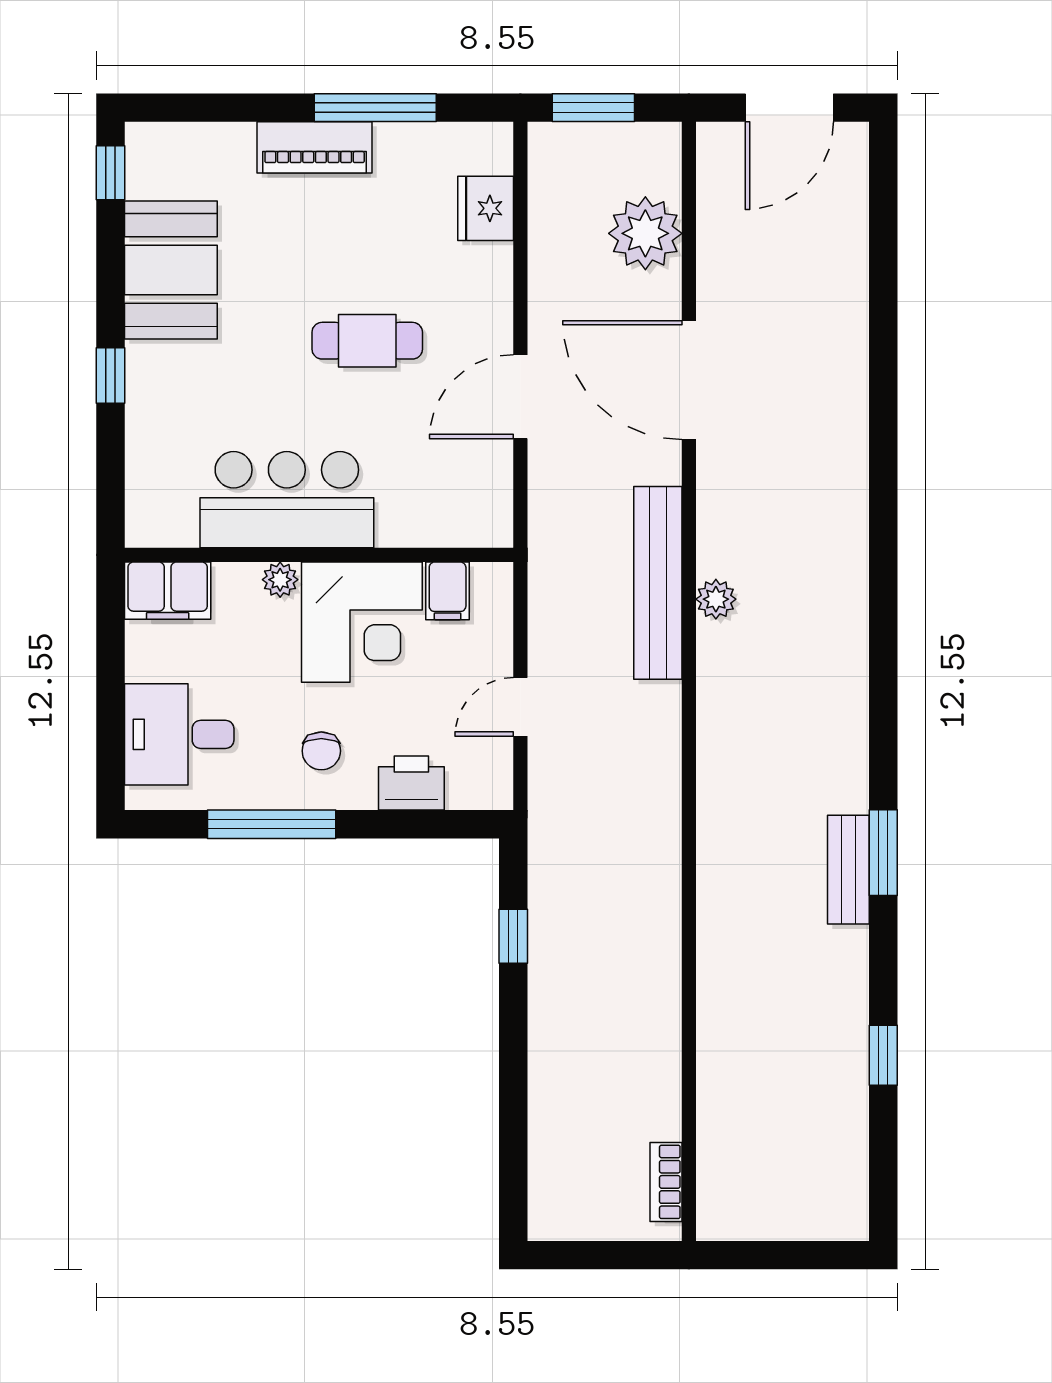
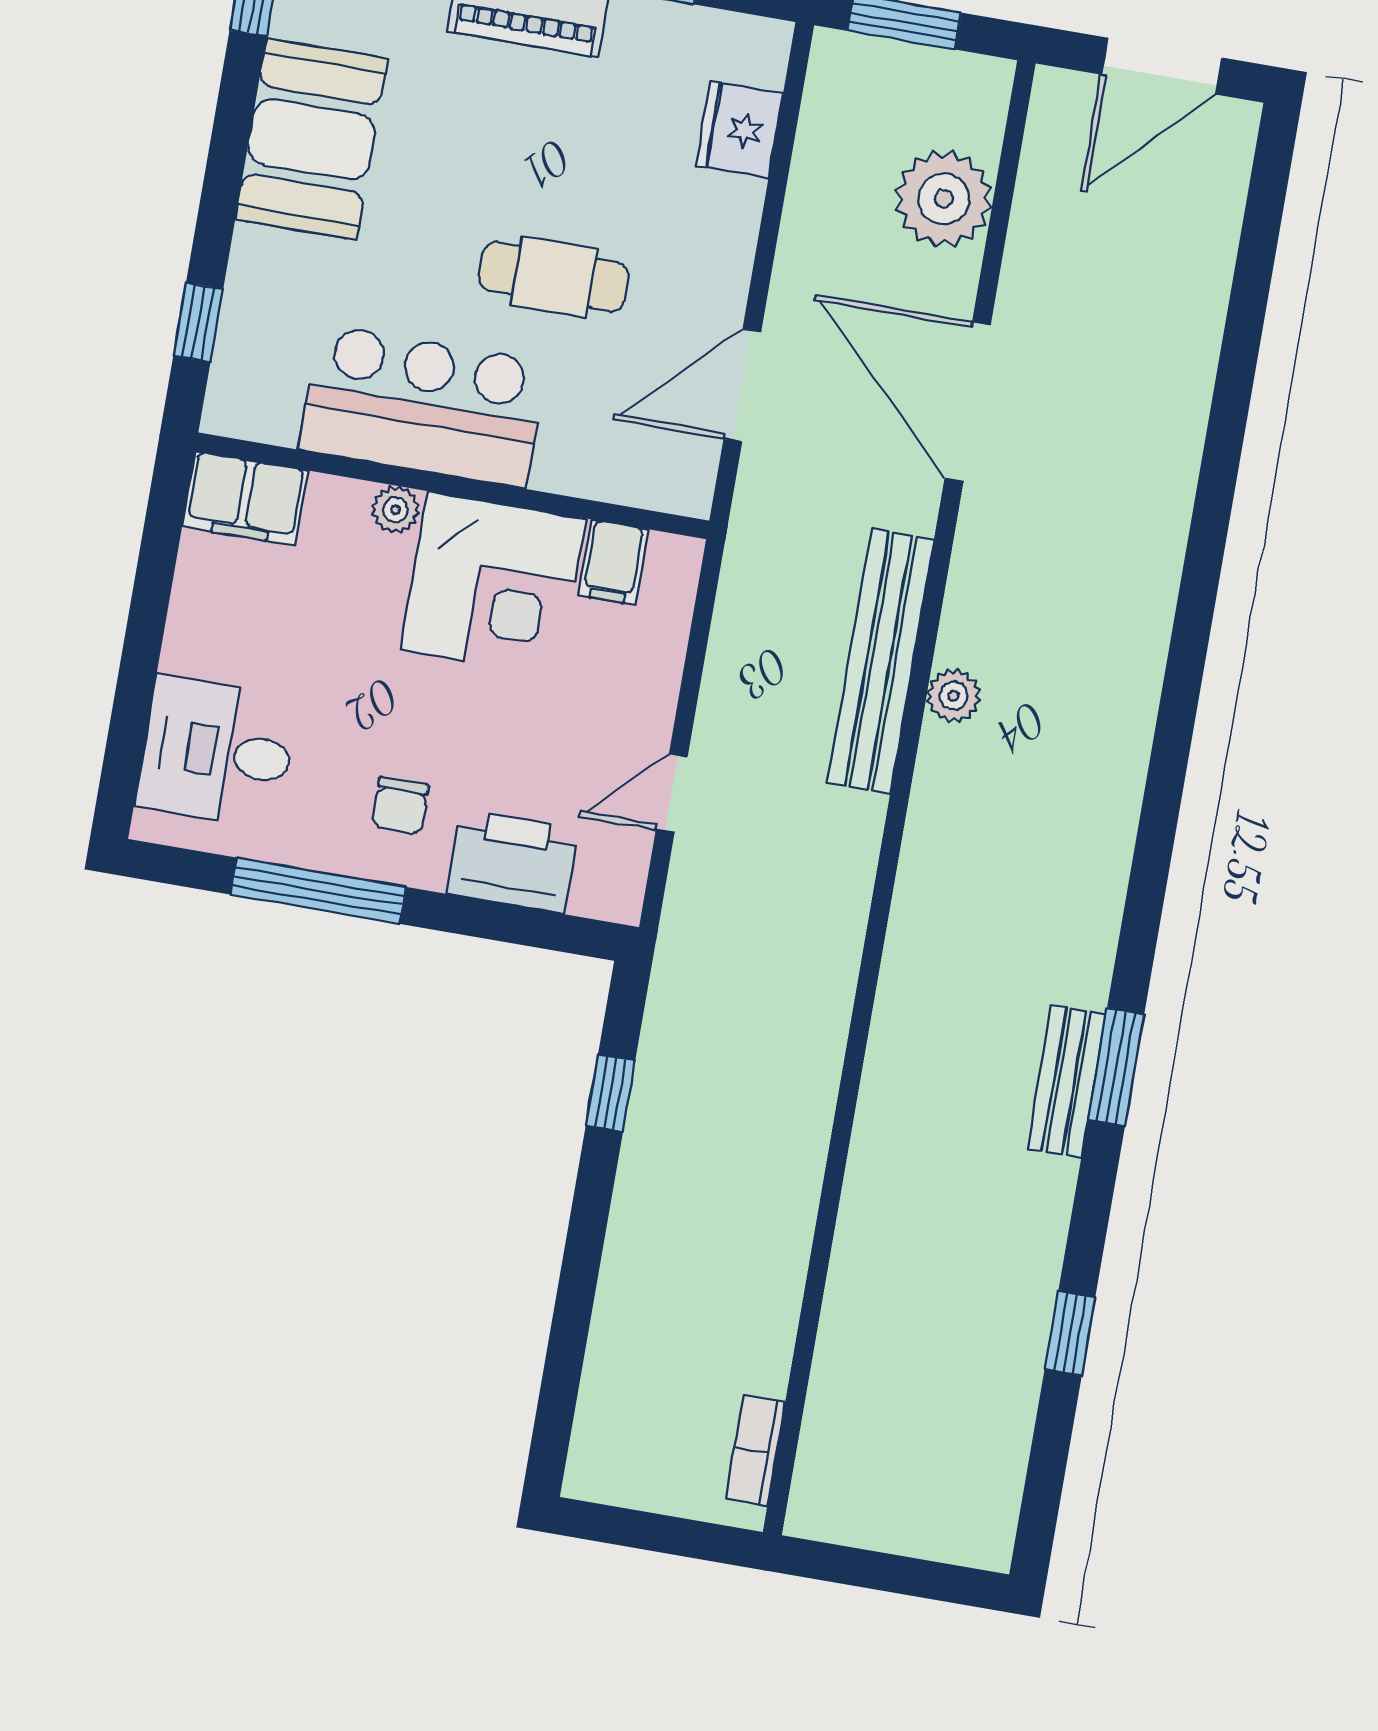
window: (111, 375) -> (198, 322), moved
bar counter: (287, 500) -> (423, 406), moved
wall: (319, 555) -> (452, 486), moved
plant: (280, 580) -> (395, 510), moved
filing cabinet: (168, 591) -> (245, 498), moved
filing cabinet: (448, 591) -> (613, 562), moved
corner desk: (362, 622) -> (493, 584), moved
printer: (411, 783) -> (512, 861), width x1.37, depth x1.19

